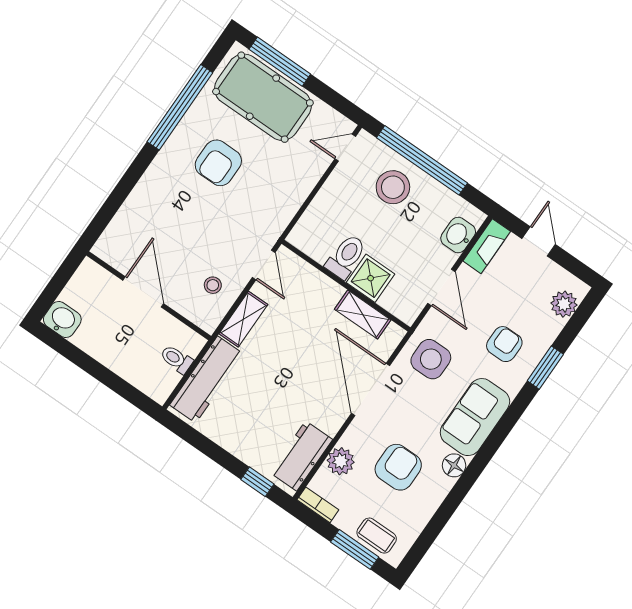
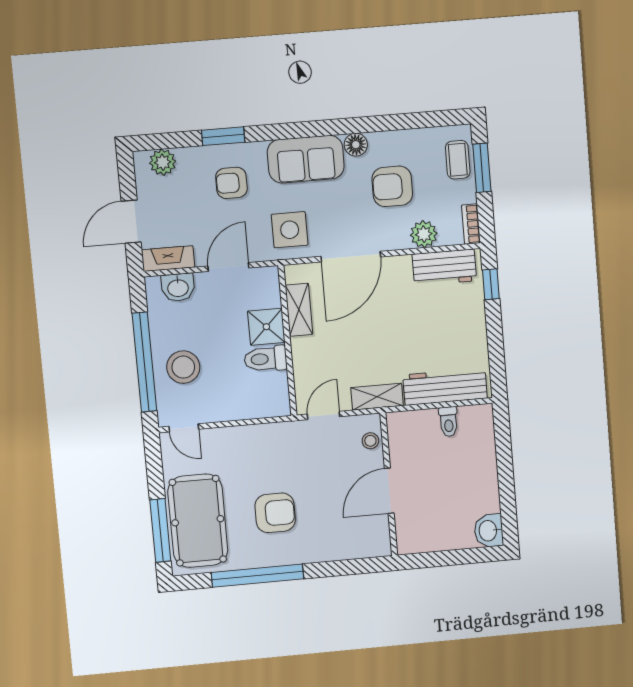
door: (539, 241) -> (131, 222), width x1.38
door: (143, 292) -> (389, 491), moved
wall: (149, 296) -> (389, 484), moved

